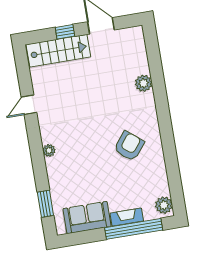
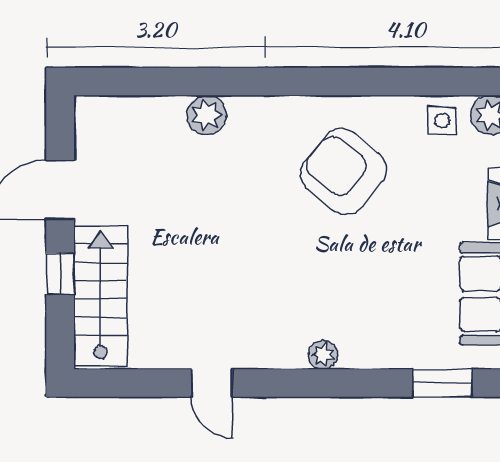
armchair: (129, 146) -> (343, 171), width x1.36, depth x1.36
side table: (158, 185) -> (442, 121), added

